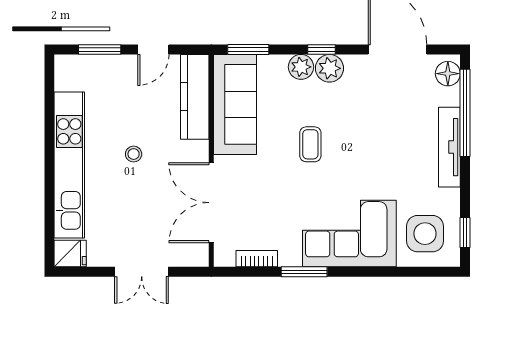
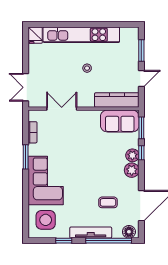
door: (153, 49) -> (141, 78), swing flipped
window: (321, 49) -> (141, 153), moved
sofa: (235, 104) -> (120, 121), width x0.73
coffee table: (310, 144) -> (108, 202), moved
double door: (211, 203) -> (62, 109), width x0.73
window: (465, 232) -> (64, 241), moved
double door: (142, 272) -> (26, 87), moved

